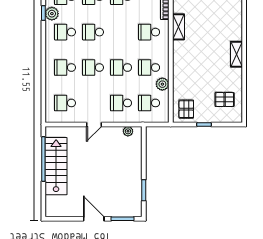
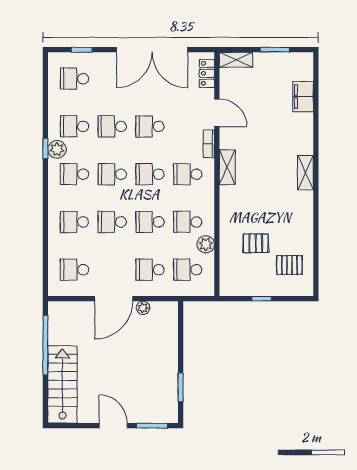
school desk: (121, 32) -> (150, 174), added
shelving: (236, 54) -> (305, 173), moved
pallet: (186, 109) -> (256, 243), moved, turned 90
door: (94, 124) -> (114, 299), width x1.87
plant: (128, 131) -> (143, 308), moved
stairs: (56, 166) -> (62, 384), moved

